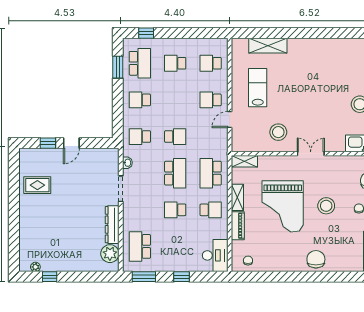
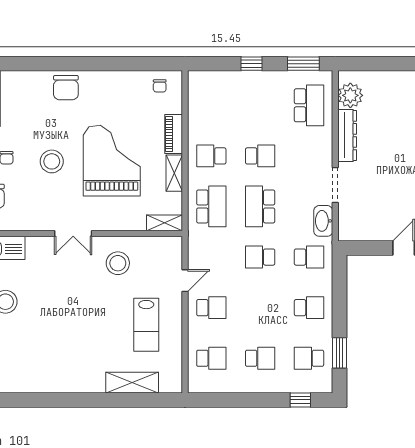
school desk: (140, 63) -> (309, 358), width x0.54
washbasin: (127, 163) -> (323, 221), width x1.91, depth x1.45
desk: (215, 255) -> (205, 93), removed

